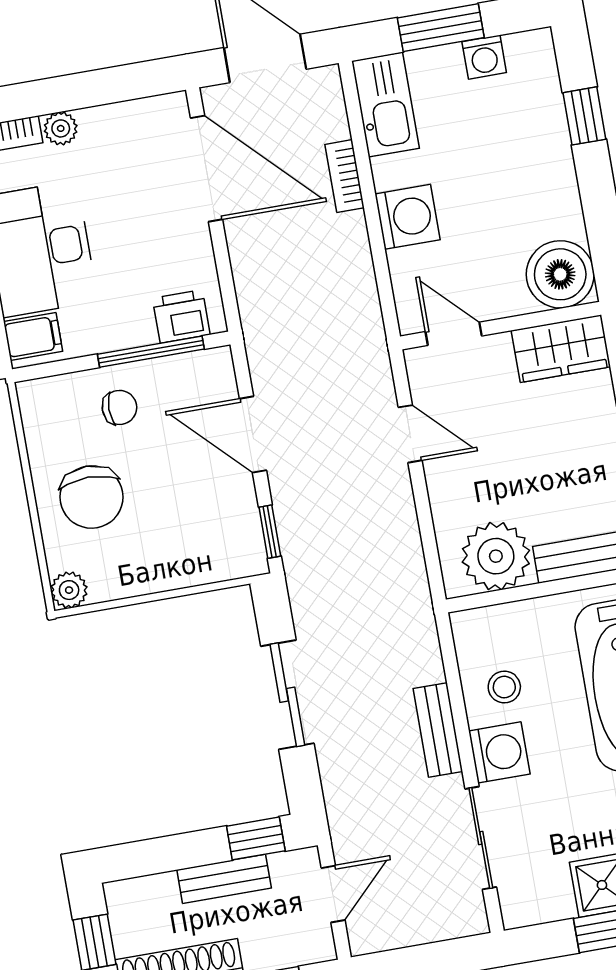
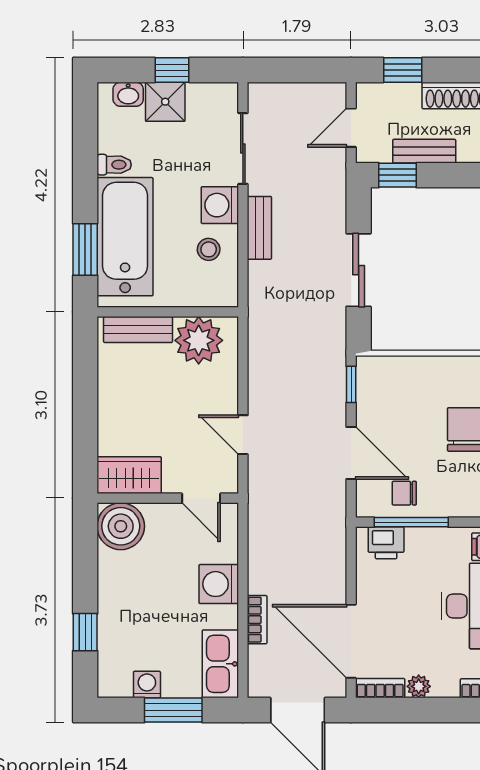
bookcase: (154, 110) -> (380, 688), added
plant: (61, 128) -> (419, 686), moved
chair: (119, 407) -> (404, 493), moved

